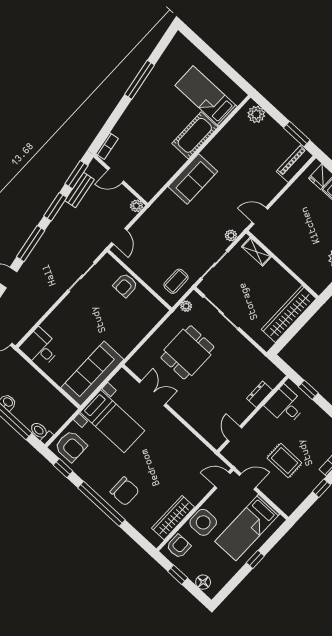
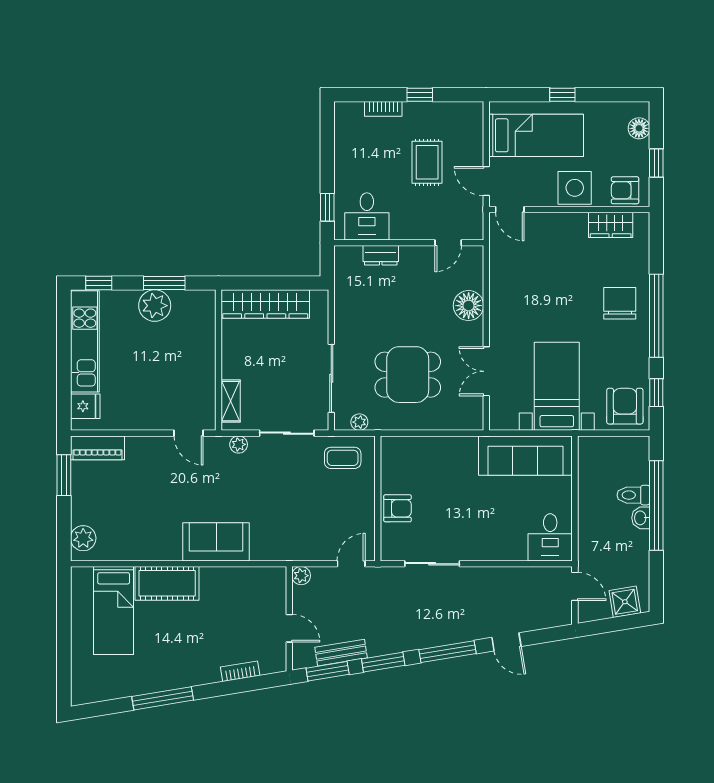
bookcase: (107, 146) -> (240, 671), moved
floor lamp: (194, 415) -> (469, 306), added
toilet: (41, 432) -> (633, 495), moved, turned 90
wardrobe: (173, 518) -> (611, 225), width x0.67

